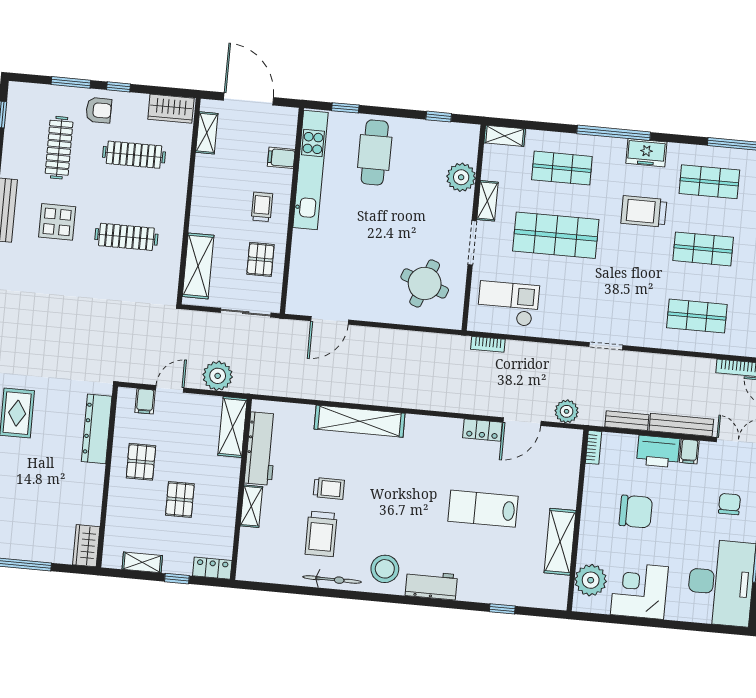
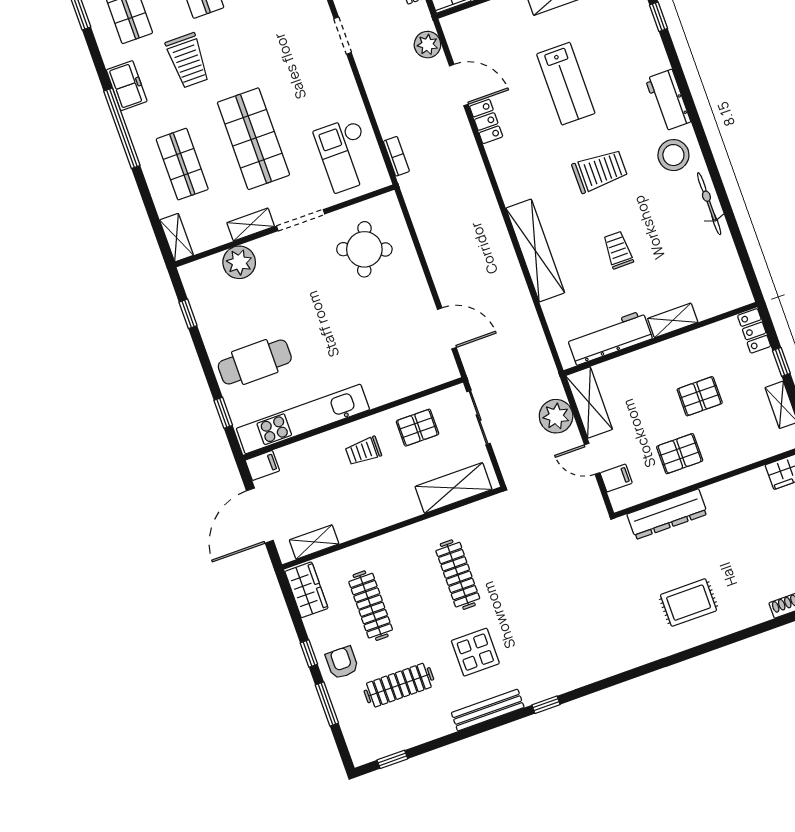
filing cabinet: (281, 158) -> (262, 465), moved, turned -90
shelving: (232, 427) -> (589, 402), moved, turned 90
trolley: (321, 534) -> (600, 171), moved

